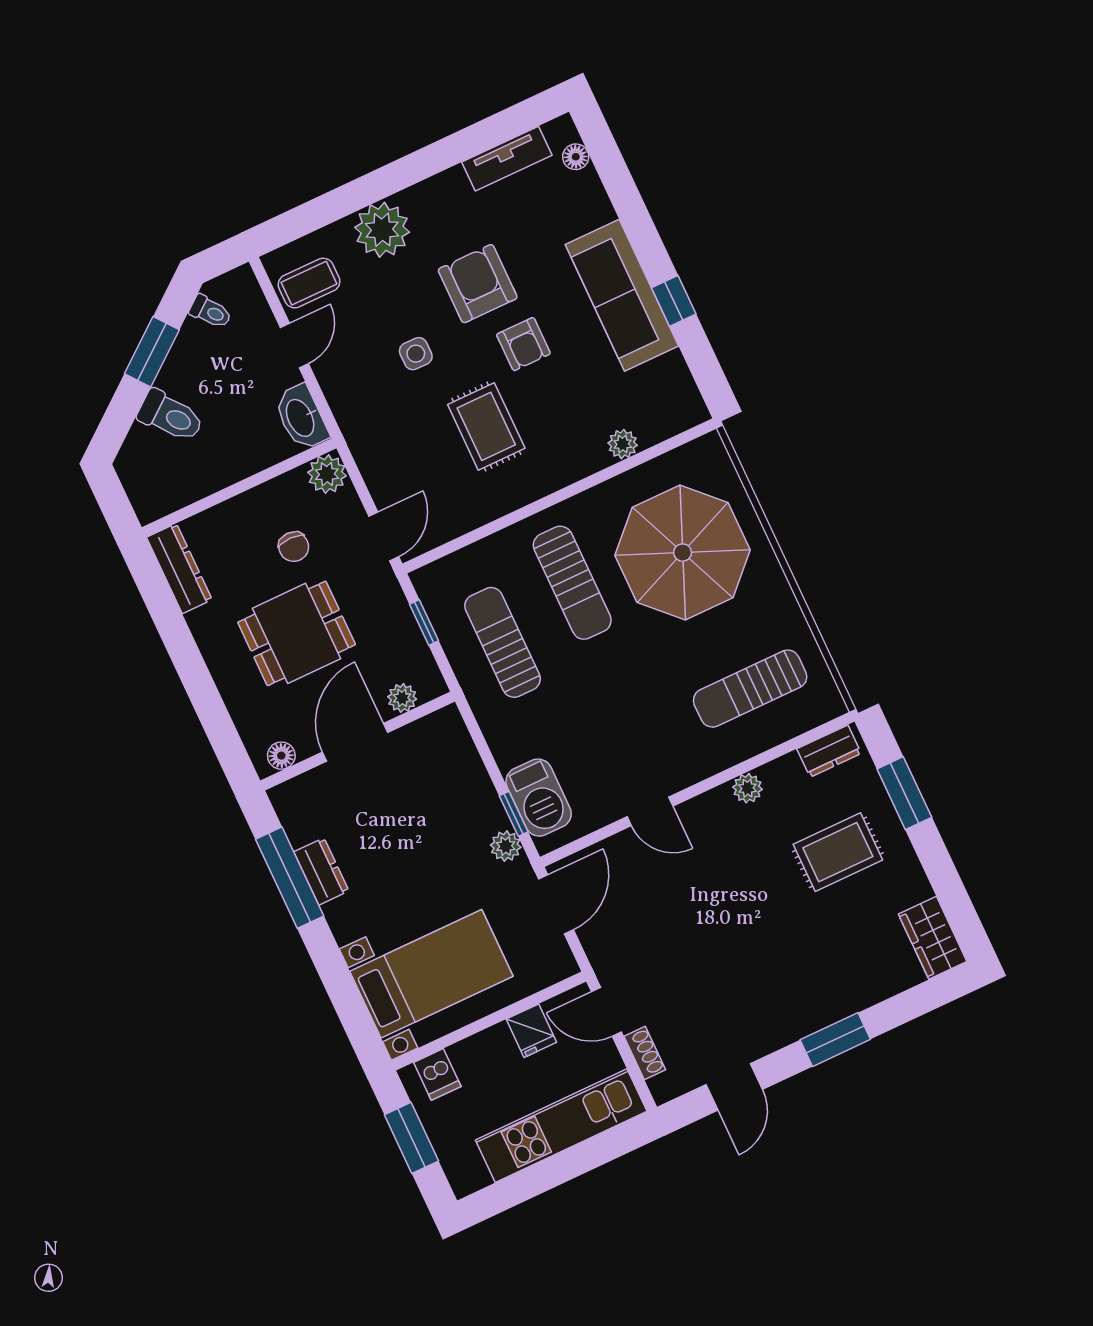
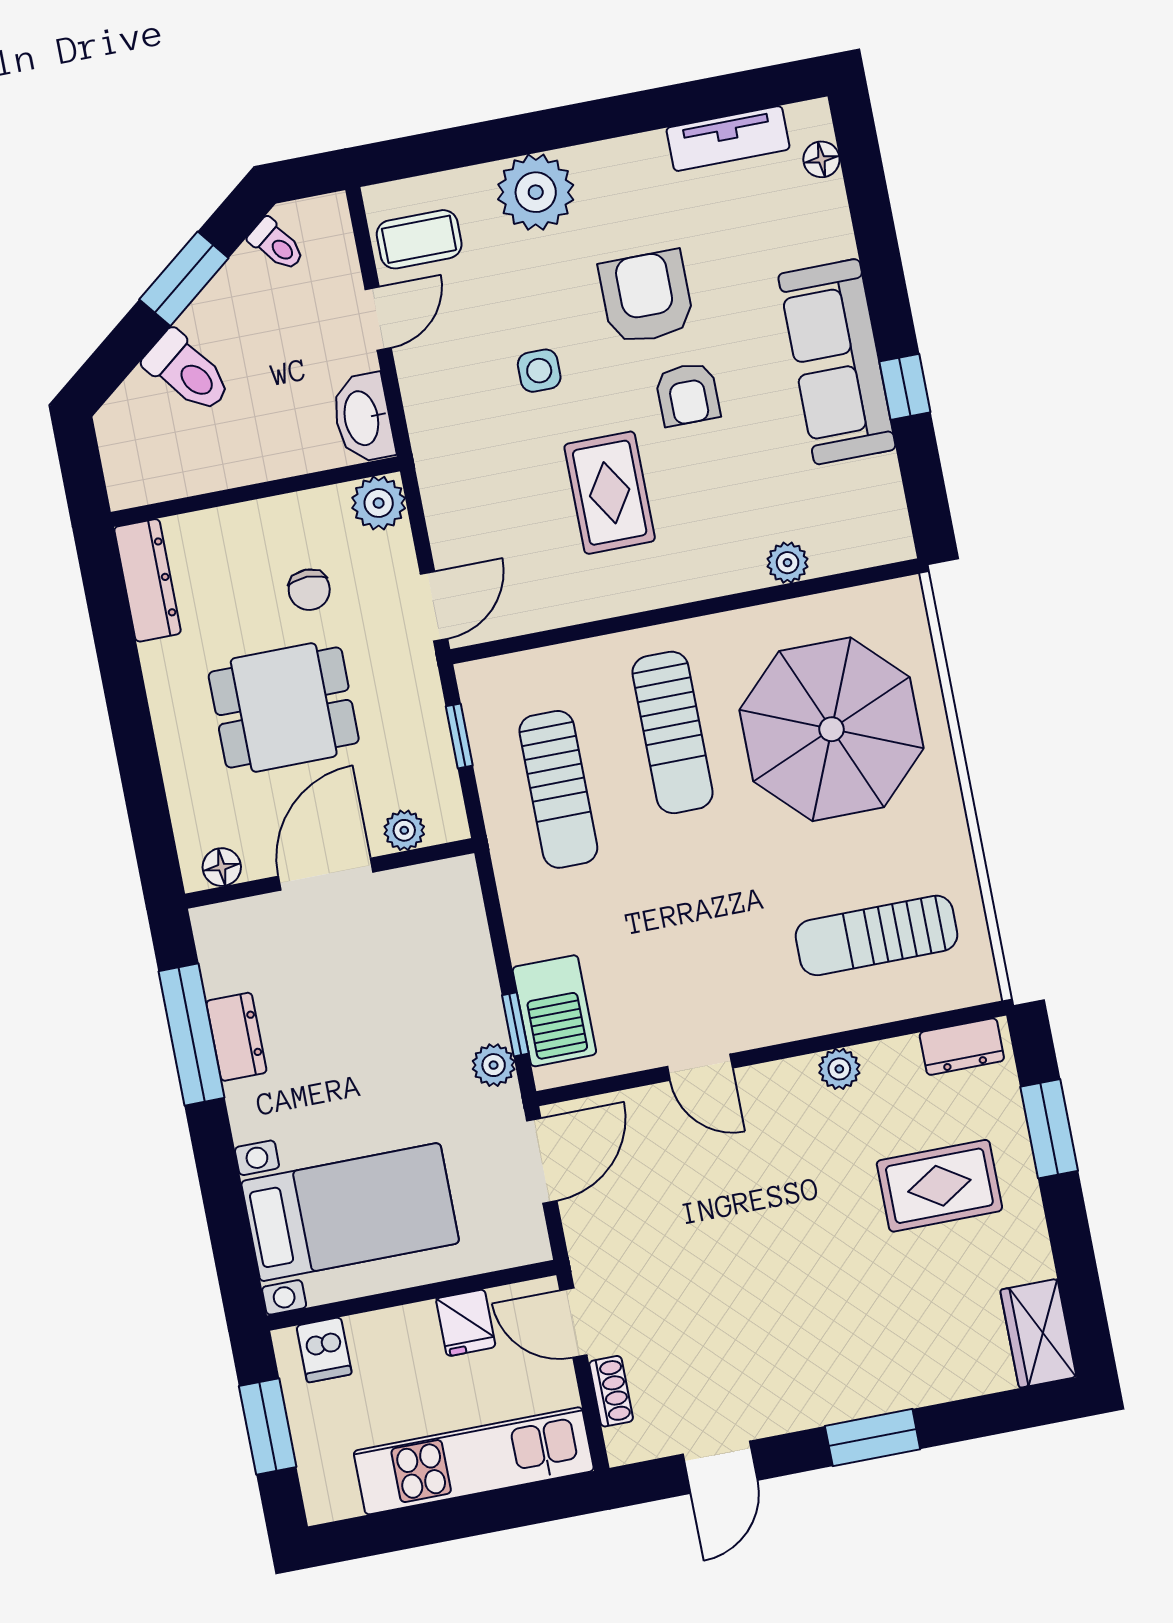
sun lounger: (503, 642) -> (558, 789), turned 180

